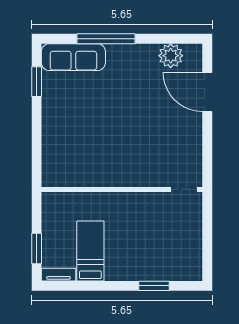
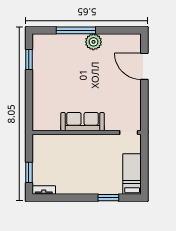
plant: (171, 56) -> (93, 42), moved
sofa: (73, 57) -> (83, 122), moved, turned 180
bed: (90, 251) -> (132, 174), moved

